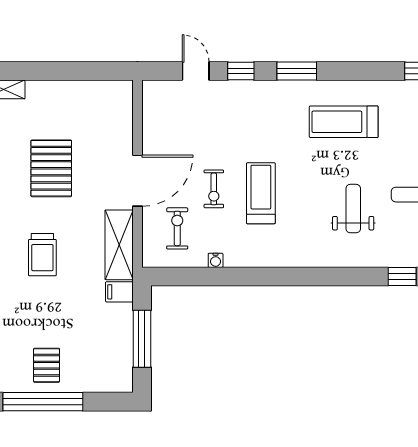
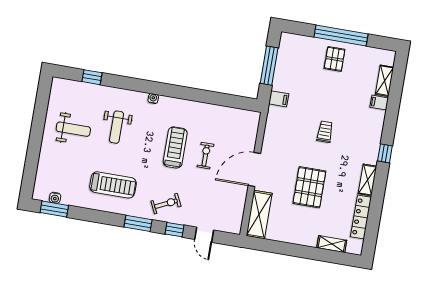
treadmill: (261, 193) -> (175, 147), turned 180
exercise bike: (177, 228) -> (166, 204), moved, turned -116
shelving: (119, 245) -> (259, 215), moved
trolley: (42, 255) -> (325, 132), width x0.73, depth x0.72
water cooler: (216, 260) -> (153, 99), moved

